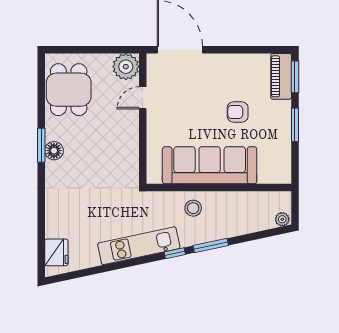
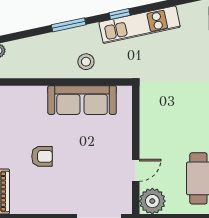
sofa: (210, 165) -> (82, 100), width x0.74, depth x0.79
window: (175, 253) -> (120, 14), moved

